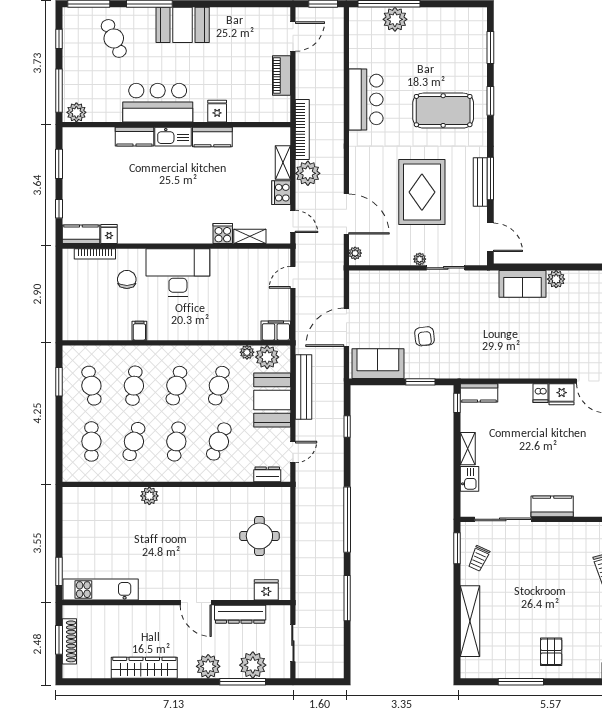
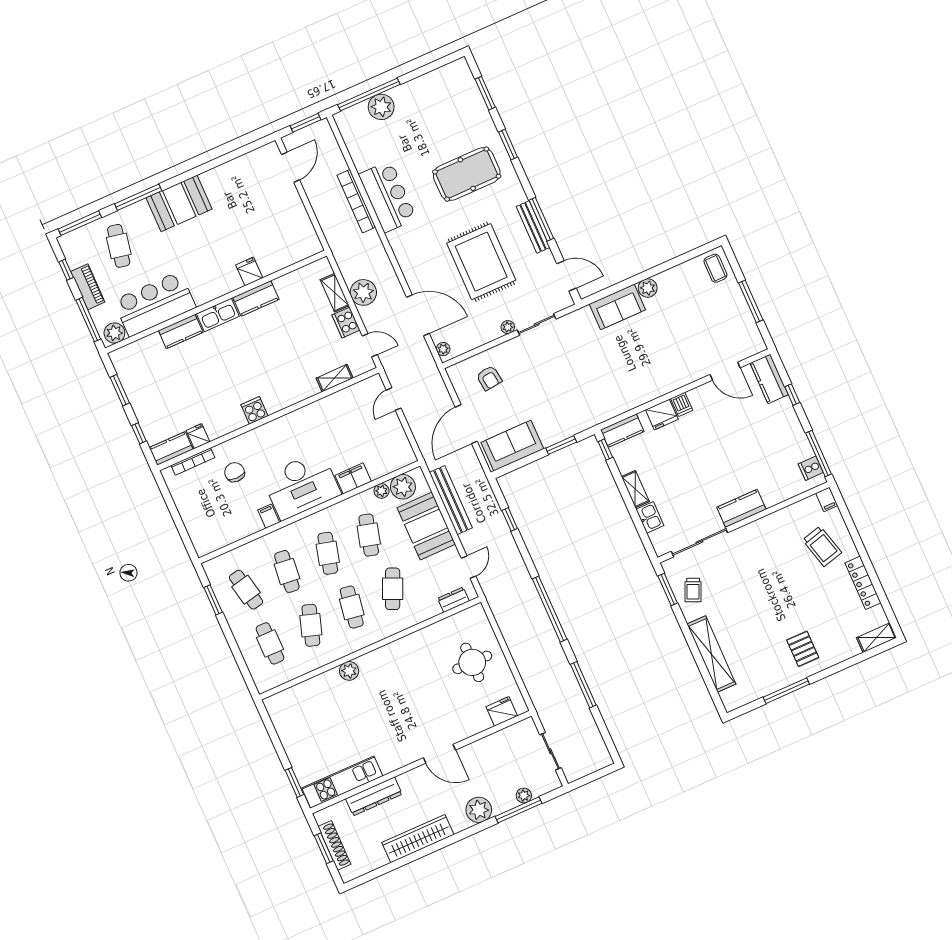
cafe table: (114, 38) -> (119, 246), turned 35
piano: (282, 76) -> (88, 287), moved, turned 180
bar counter: (158, 103) -> (155, 304), moved
bookcase: (302, 130) -> (356, 201), moved, turned 180
cooker: (223, 233) -> (254, 410), moved
desk: (178, 272) -> (301, 485), moved, turned 180
filing cabinet: (276, 331) -> (353, 478), moved
armchair: (425, 336) -> (489, 378), moved
fridge: (562, 394) -> (662, 414), moved
dresser: (240, 614) -> (374, 796), moved
plant: (253, 665) -> (524, 796), width x0.53, depth x0.53

